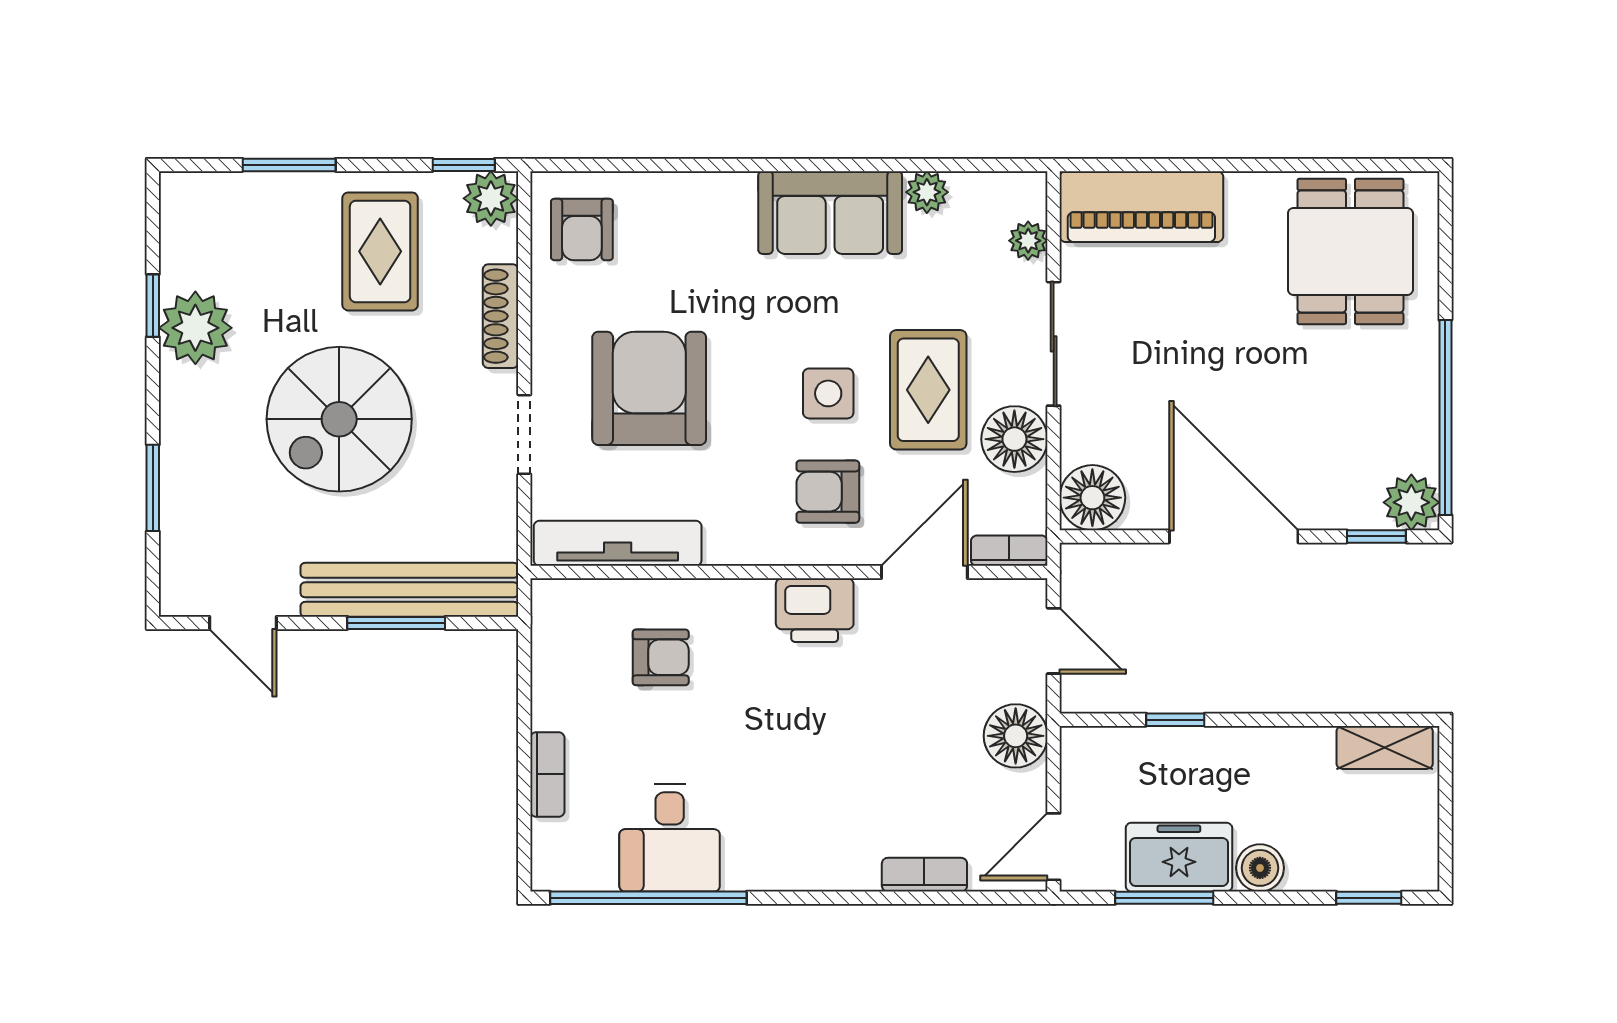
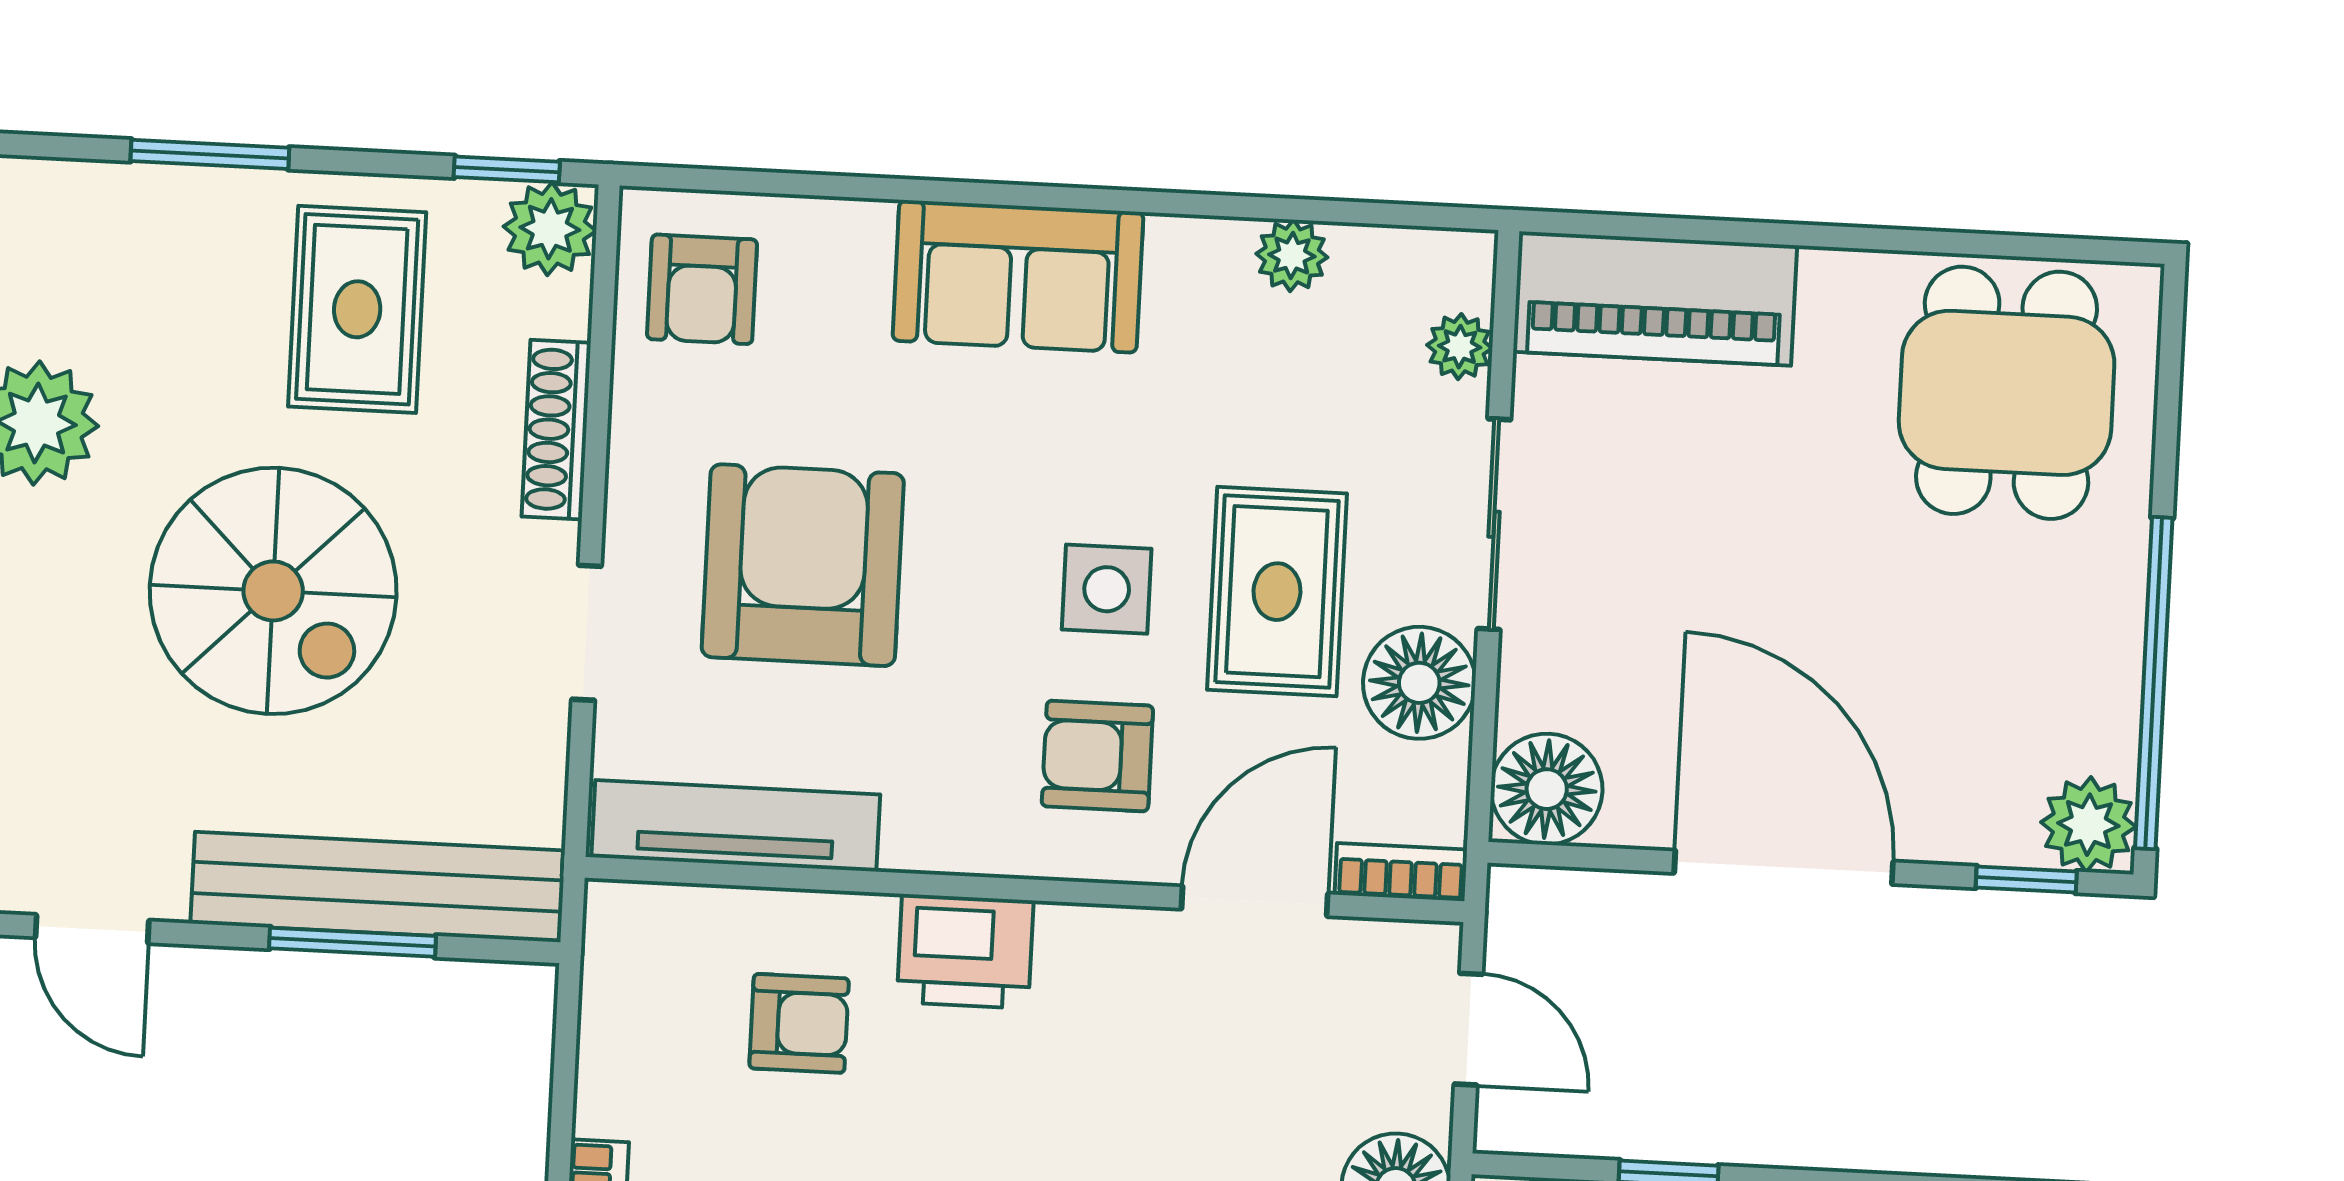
sofa: (830, 213) -> (1018, 276), moved
spiral stairs: (339, 419) -> (273, 591), turned -90
printer: (815, 610) -> (965, 951), moved

